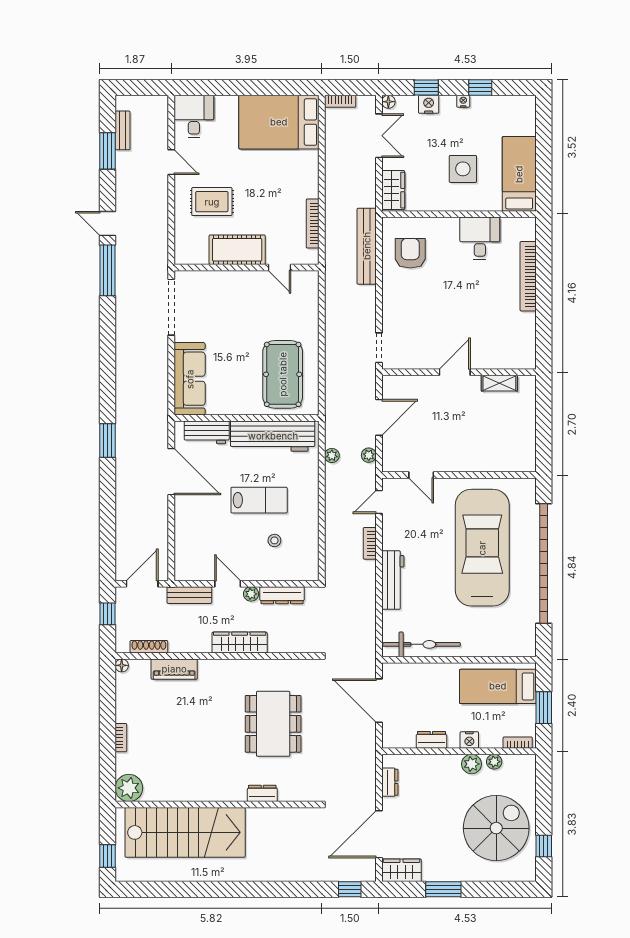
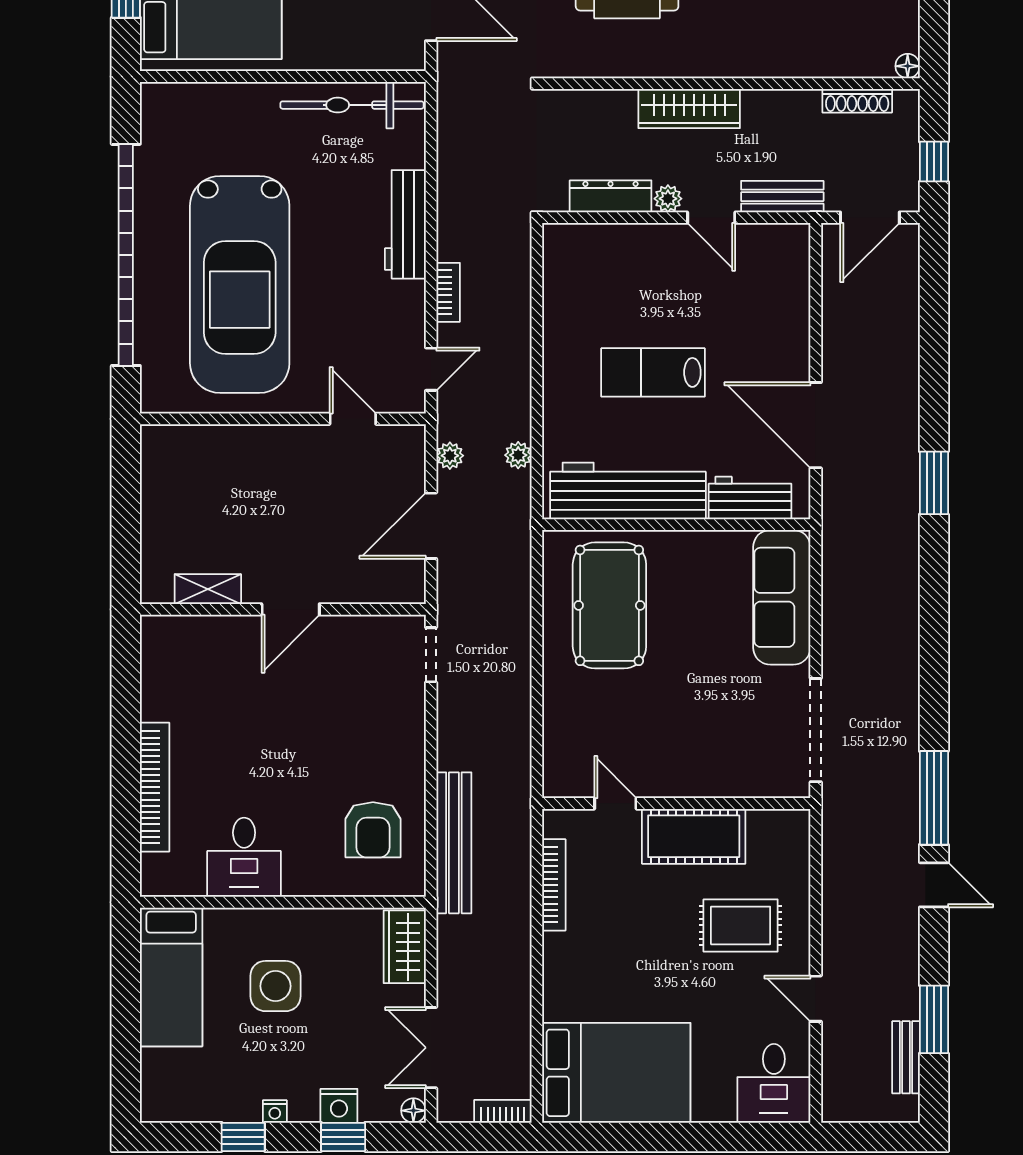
stool: (274, 540) -> (625, 298), removed
piano: (174, 669) -> (810, 59), removed

